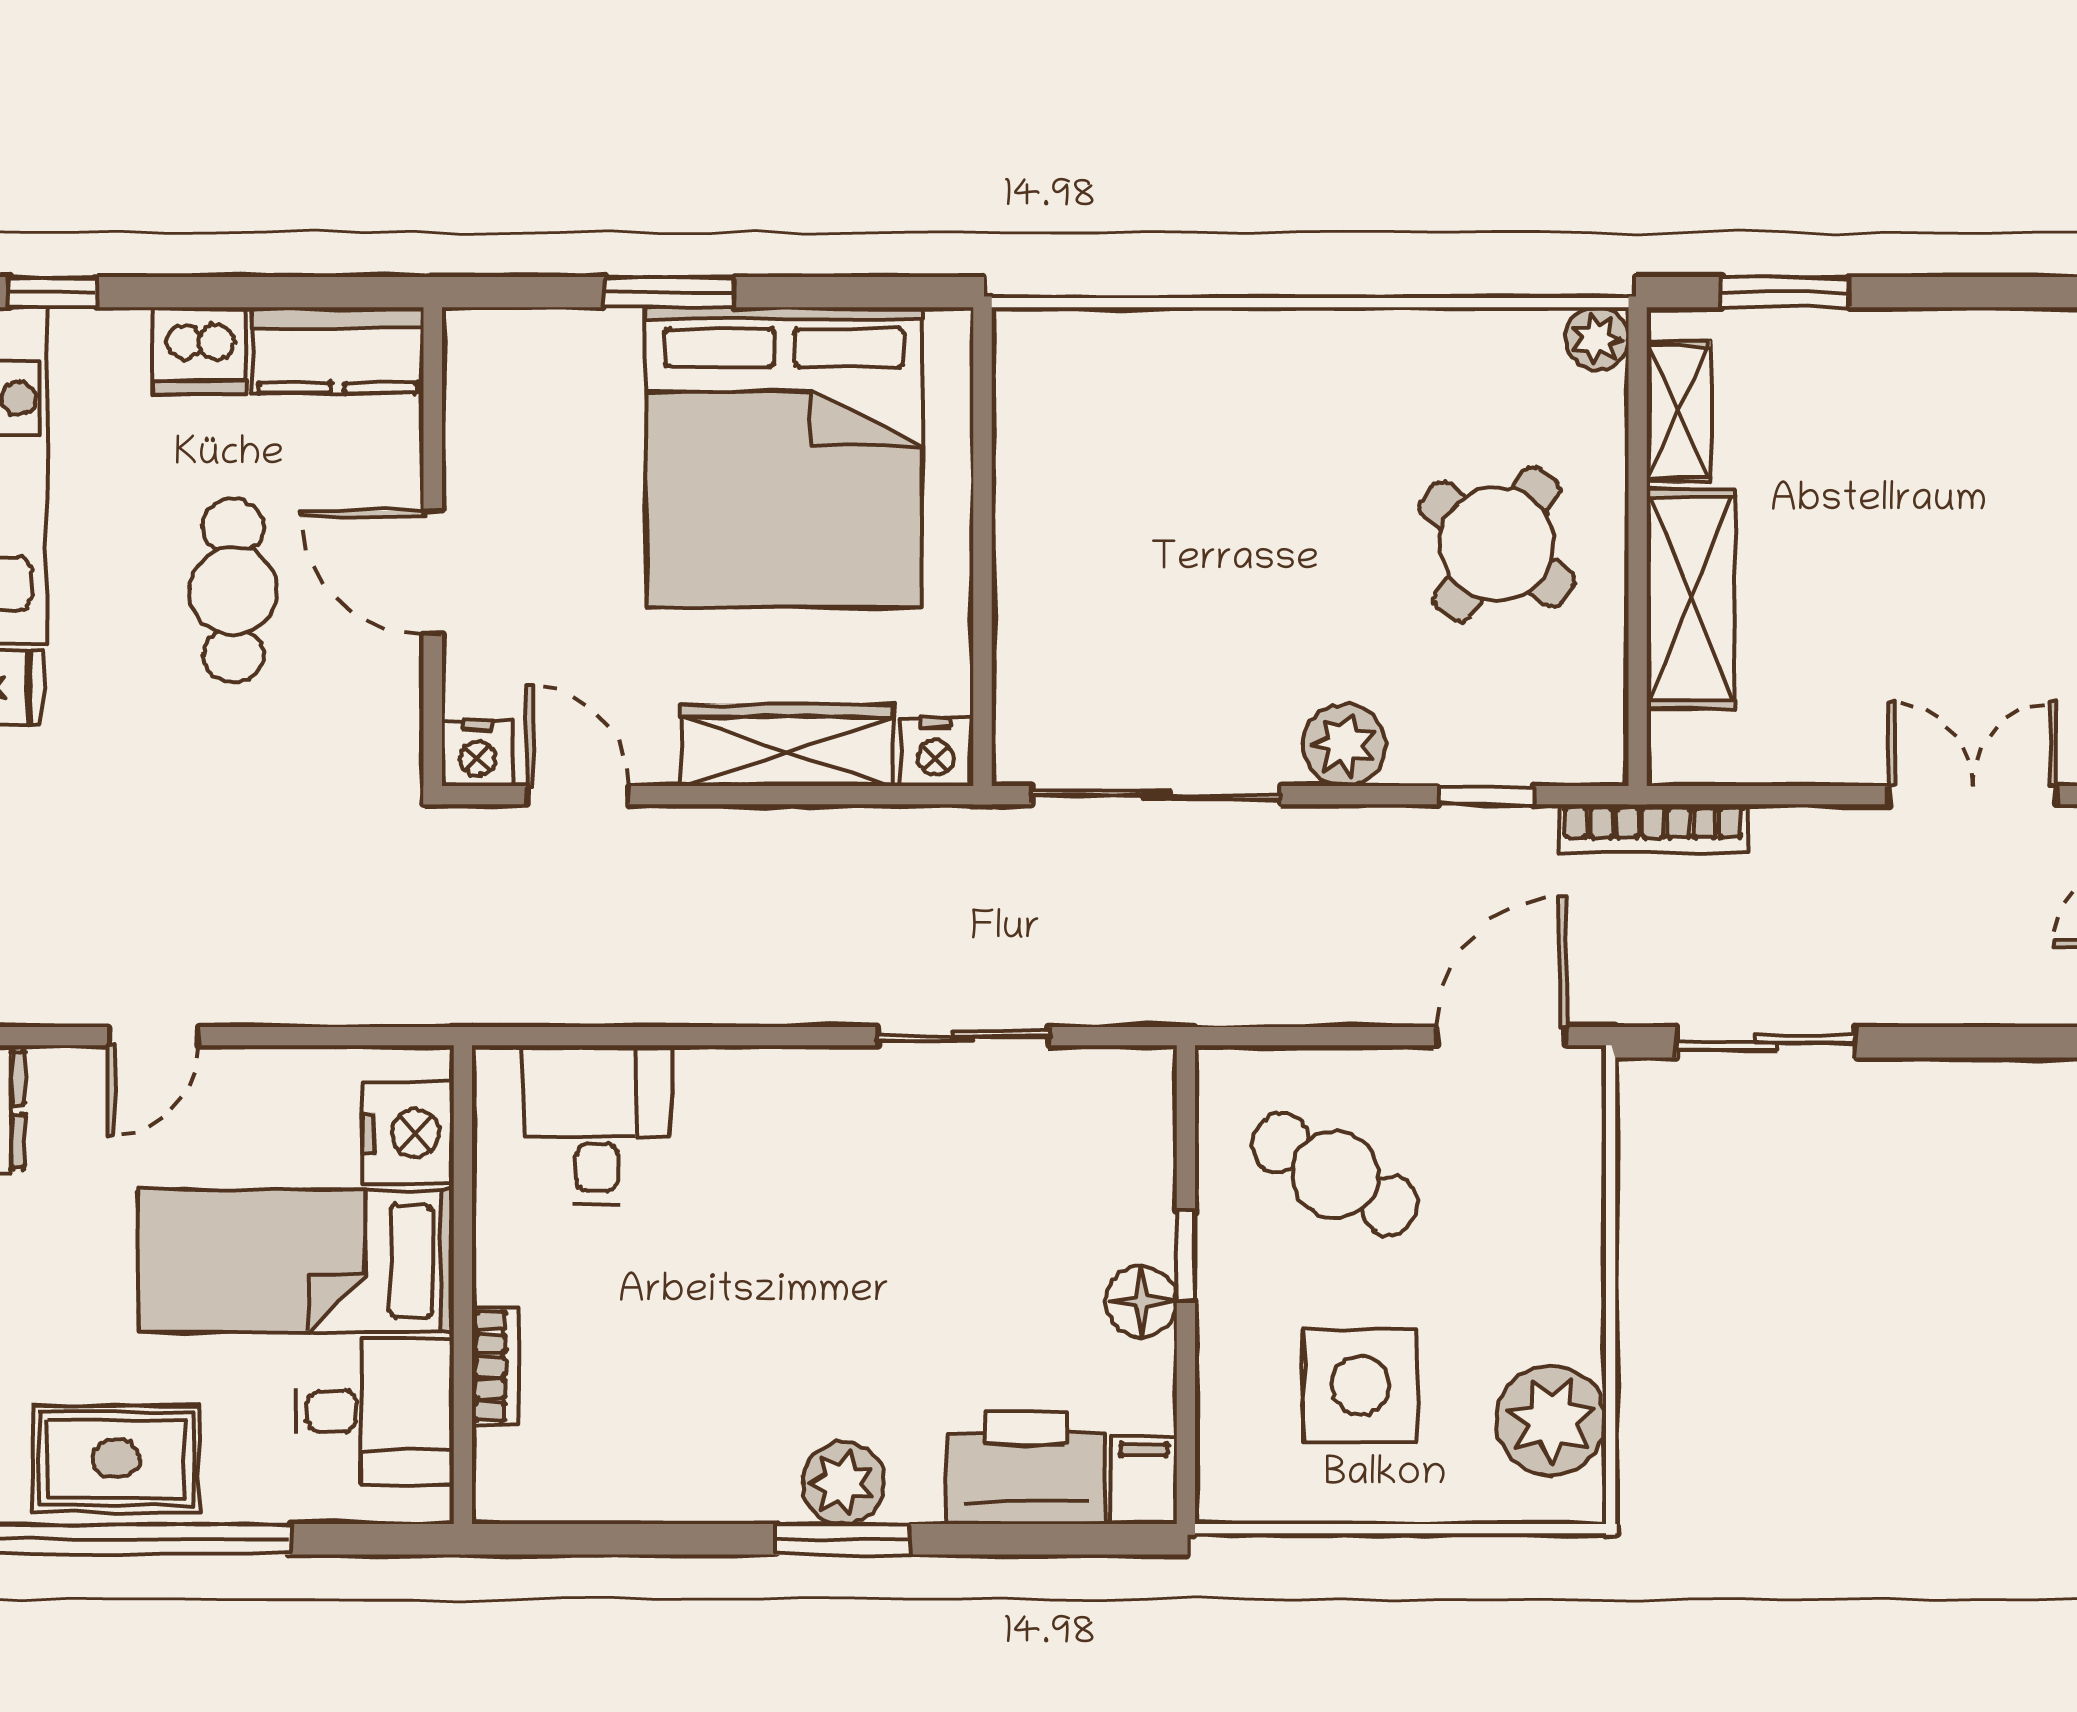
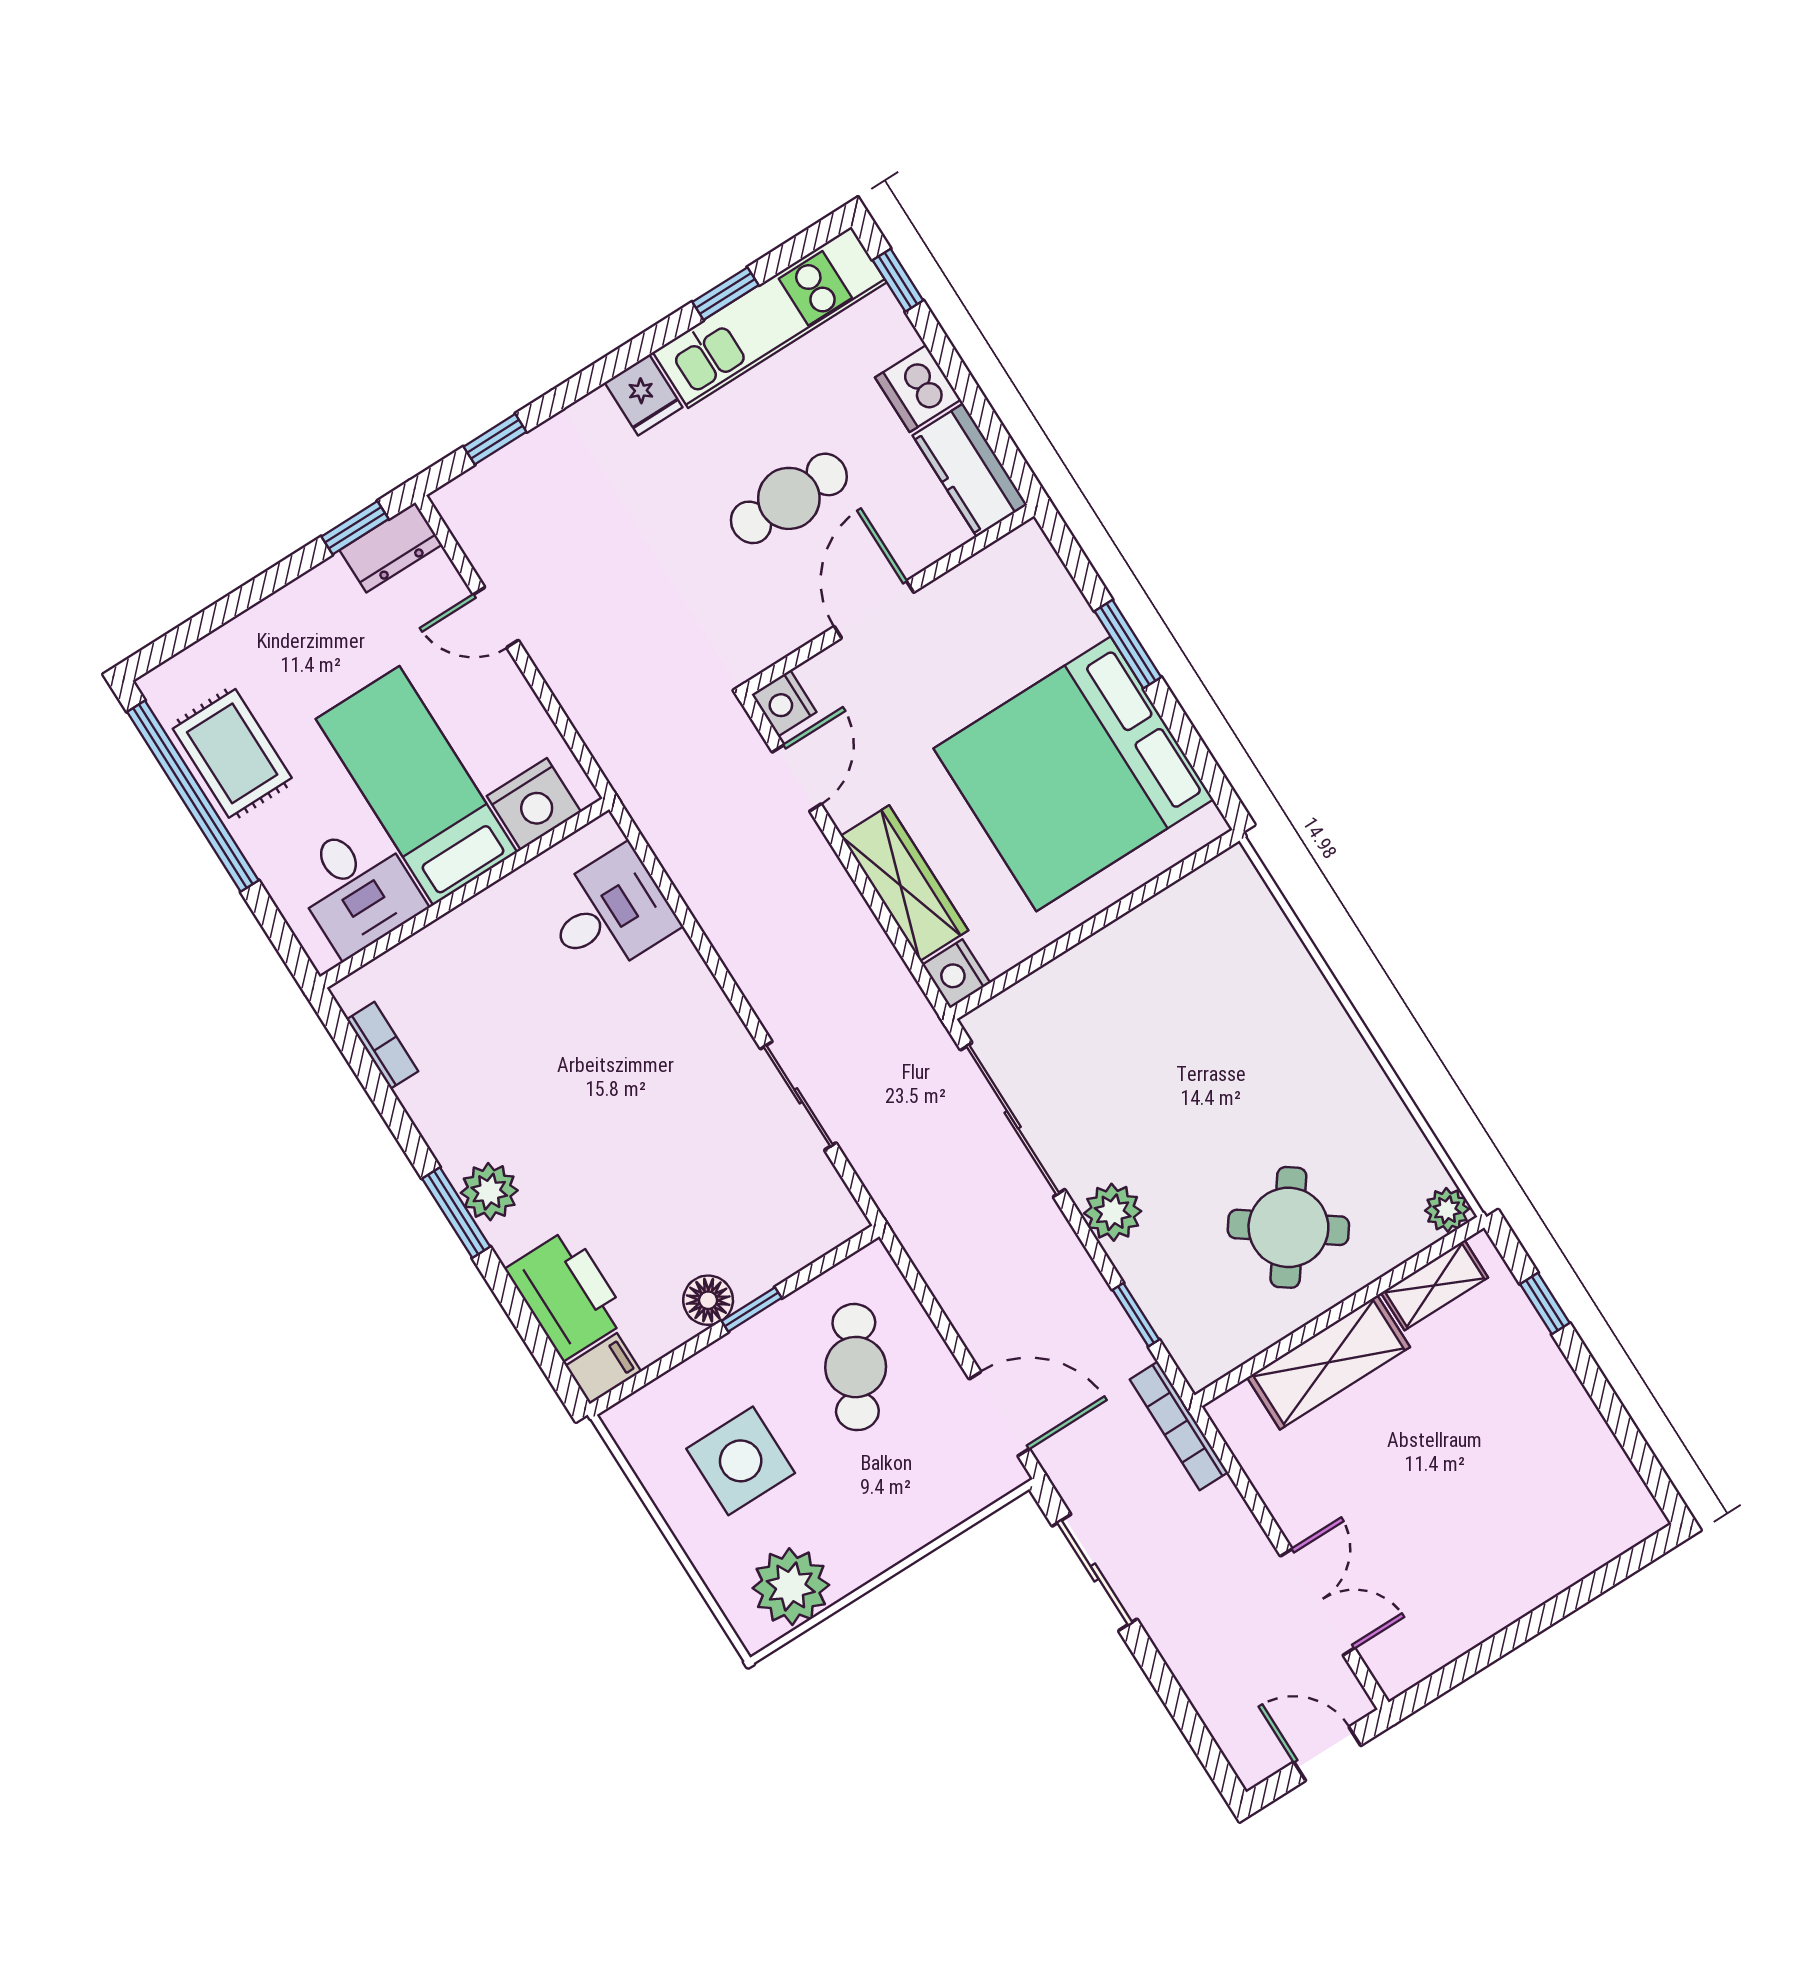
window: (1785, 292) -> (1545, 1304), width x0.67
bookcase: (495, 1366) -> (382, 1045), moved, turned -90

